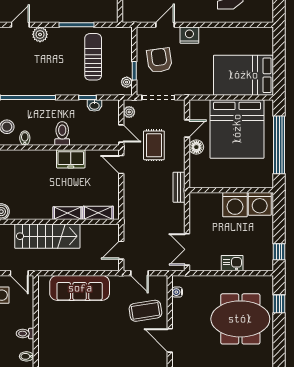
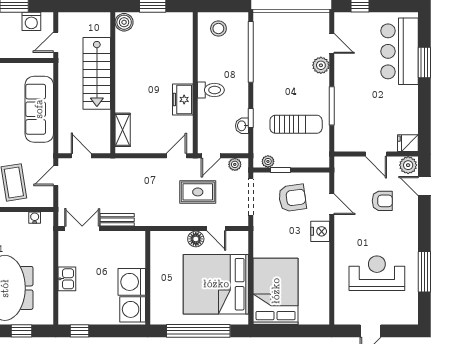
bidet: (25, 138) -> (206, 48), removed
bench: (179, 187) -> (117, 220), moved
shelving: (68, 213) -> (122, 96), removed

